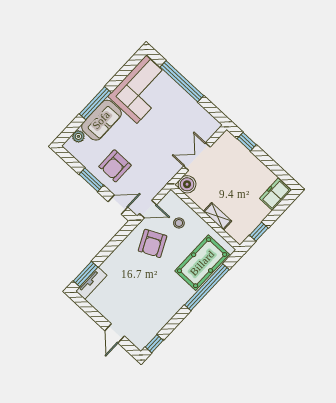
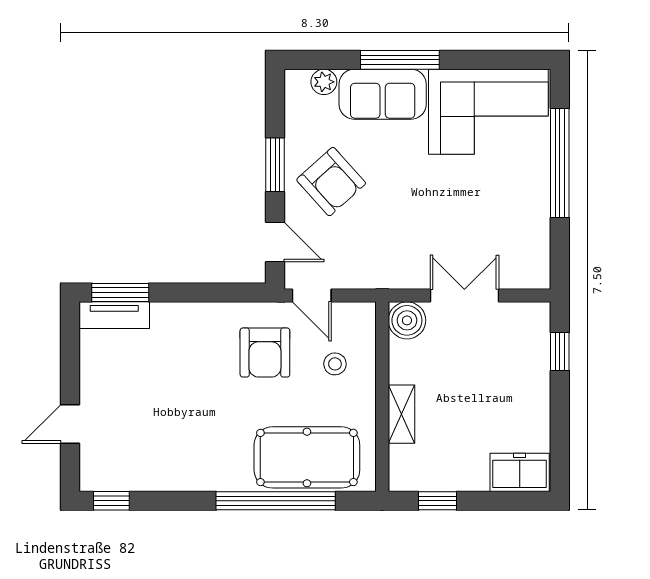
armchair: (115, 166) -> (331, 182), turned -132
armchair: (153, 243) -> (265, 353), turned -64

